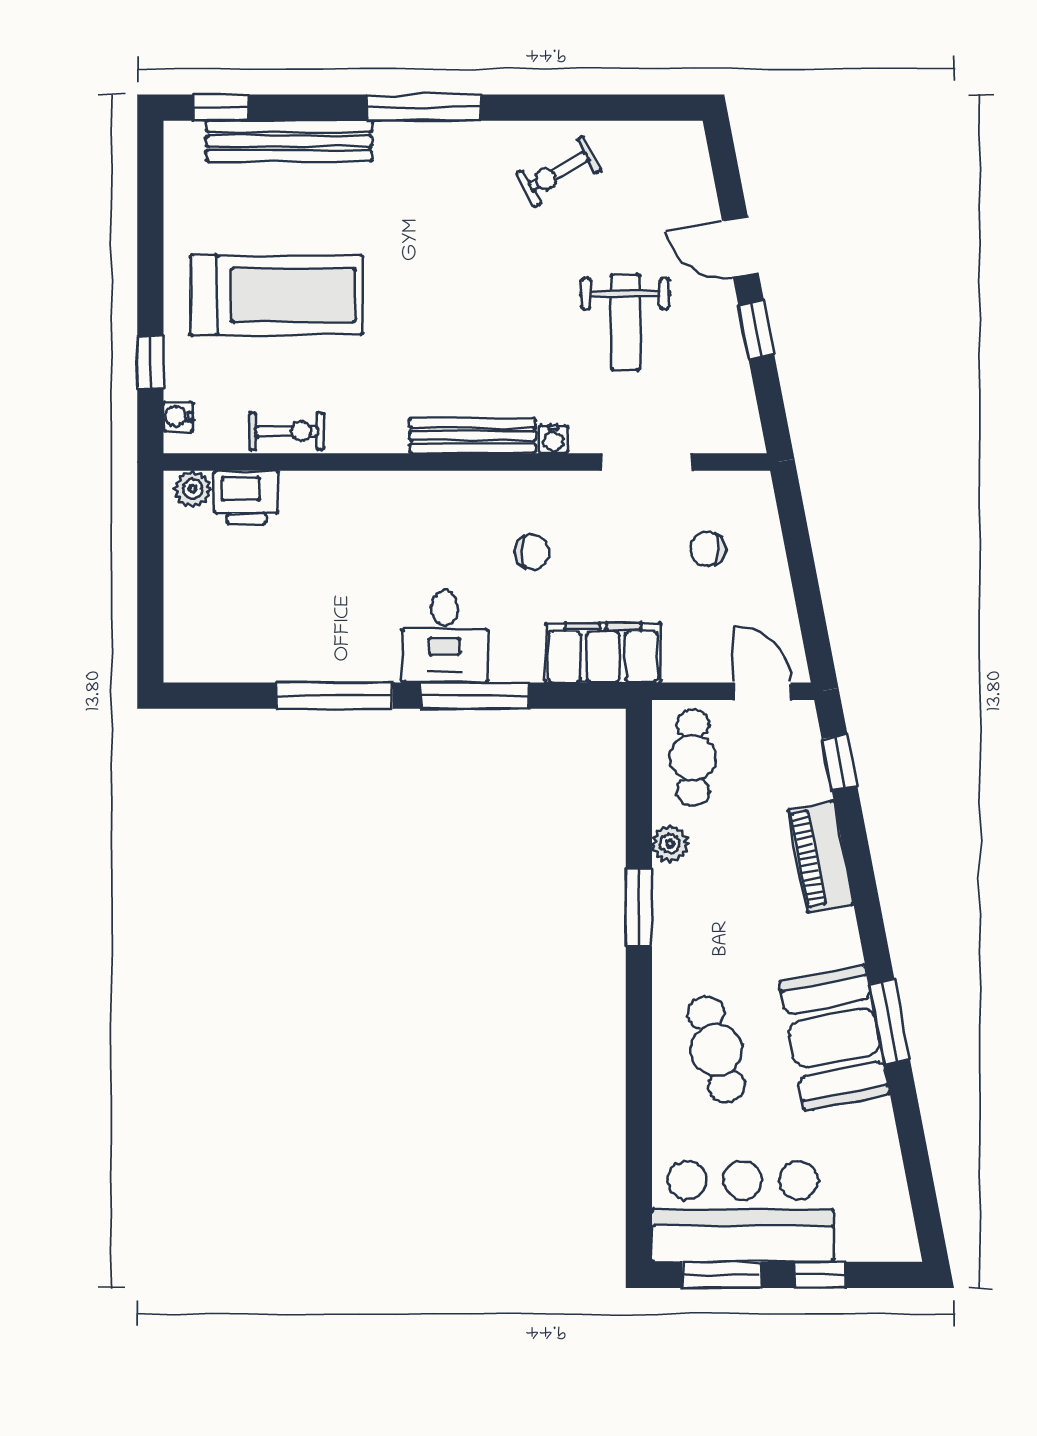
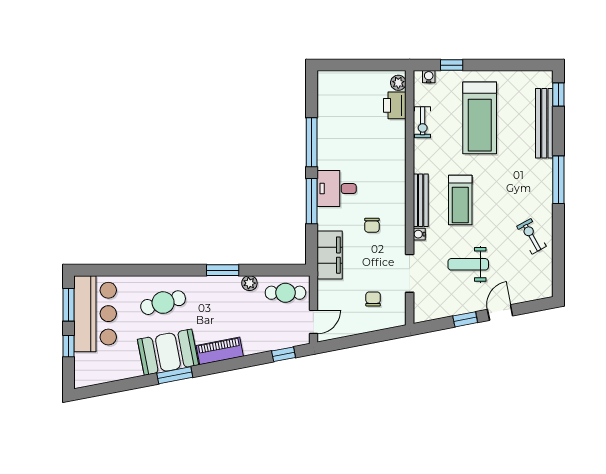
treadmill: (472, 342) -> (460, 200), added
piano: (820, 857) -> (220, 351), moved

